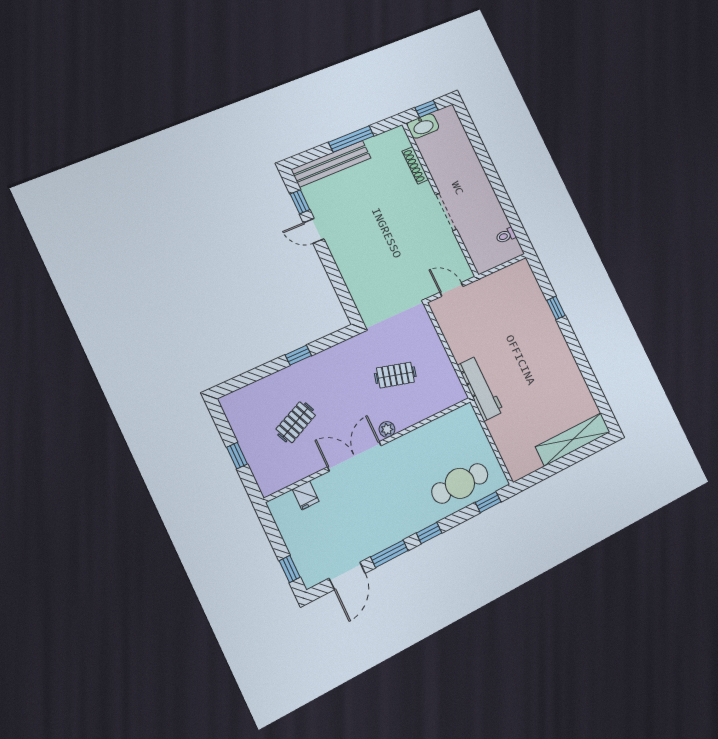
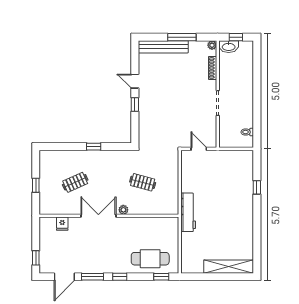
plant: (399, 133) -> (212, 45), added
window: (300, 202) -> (135, 105), moved

